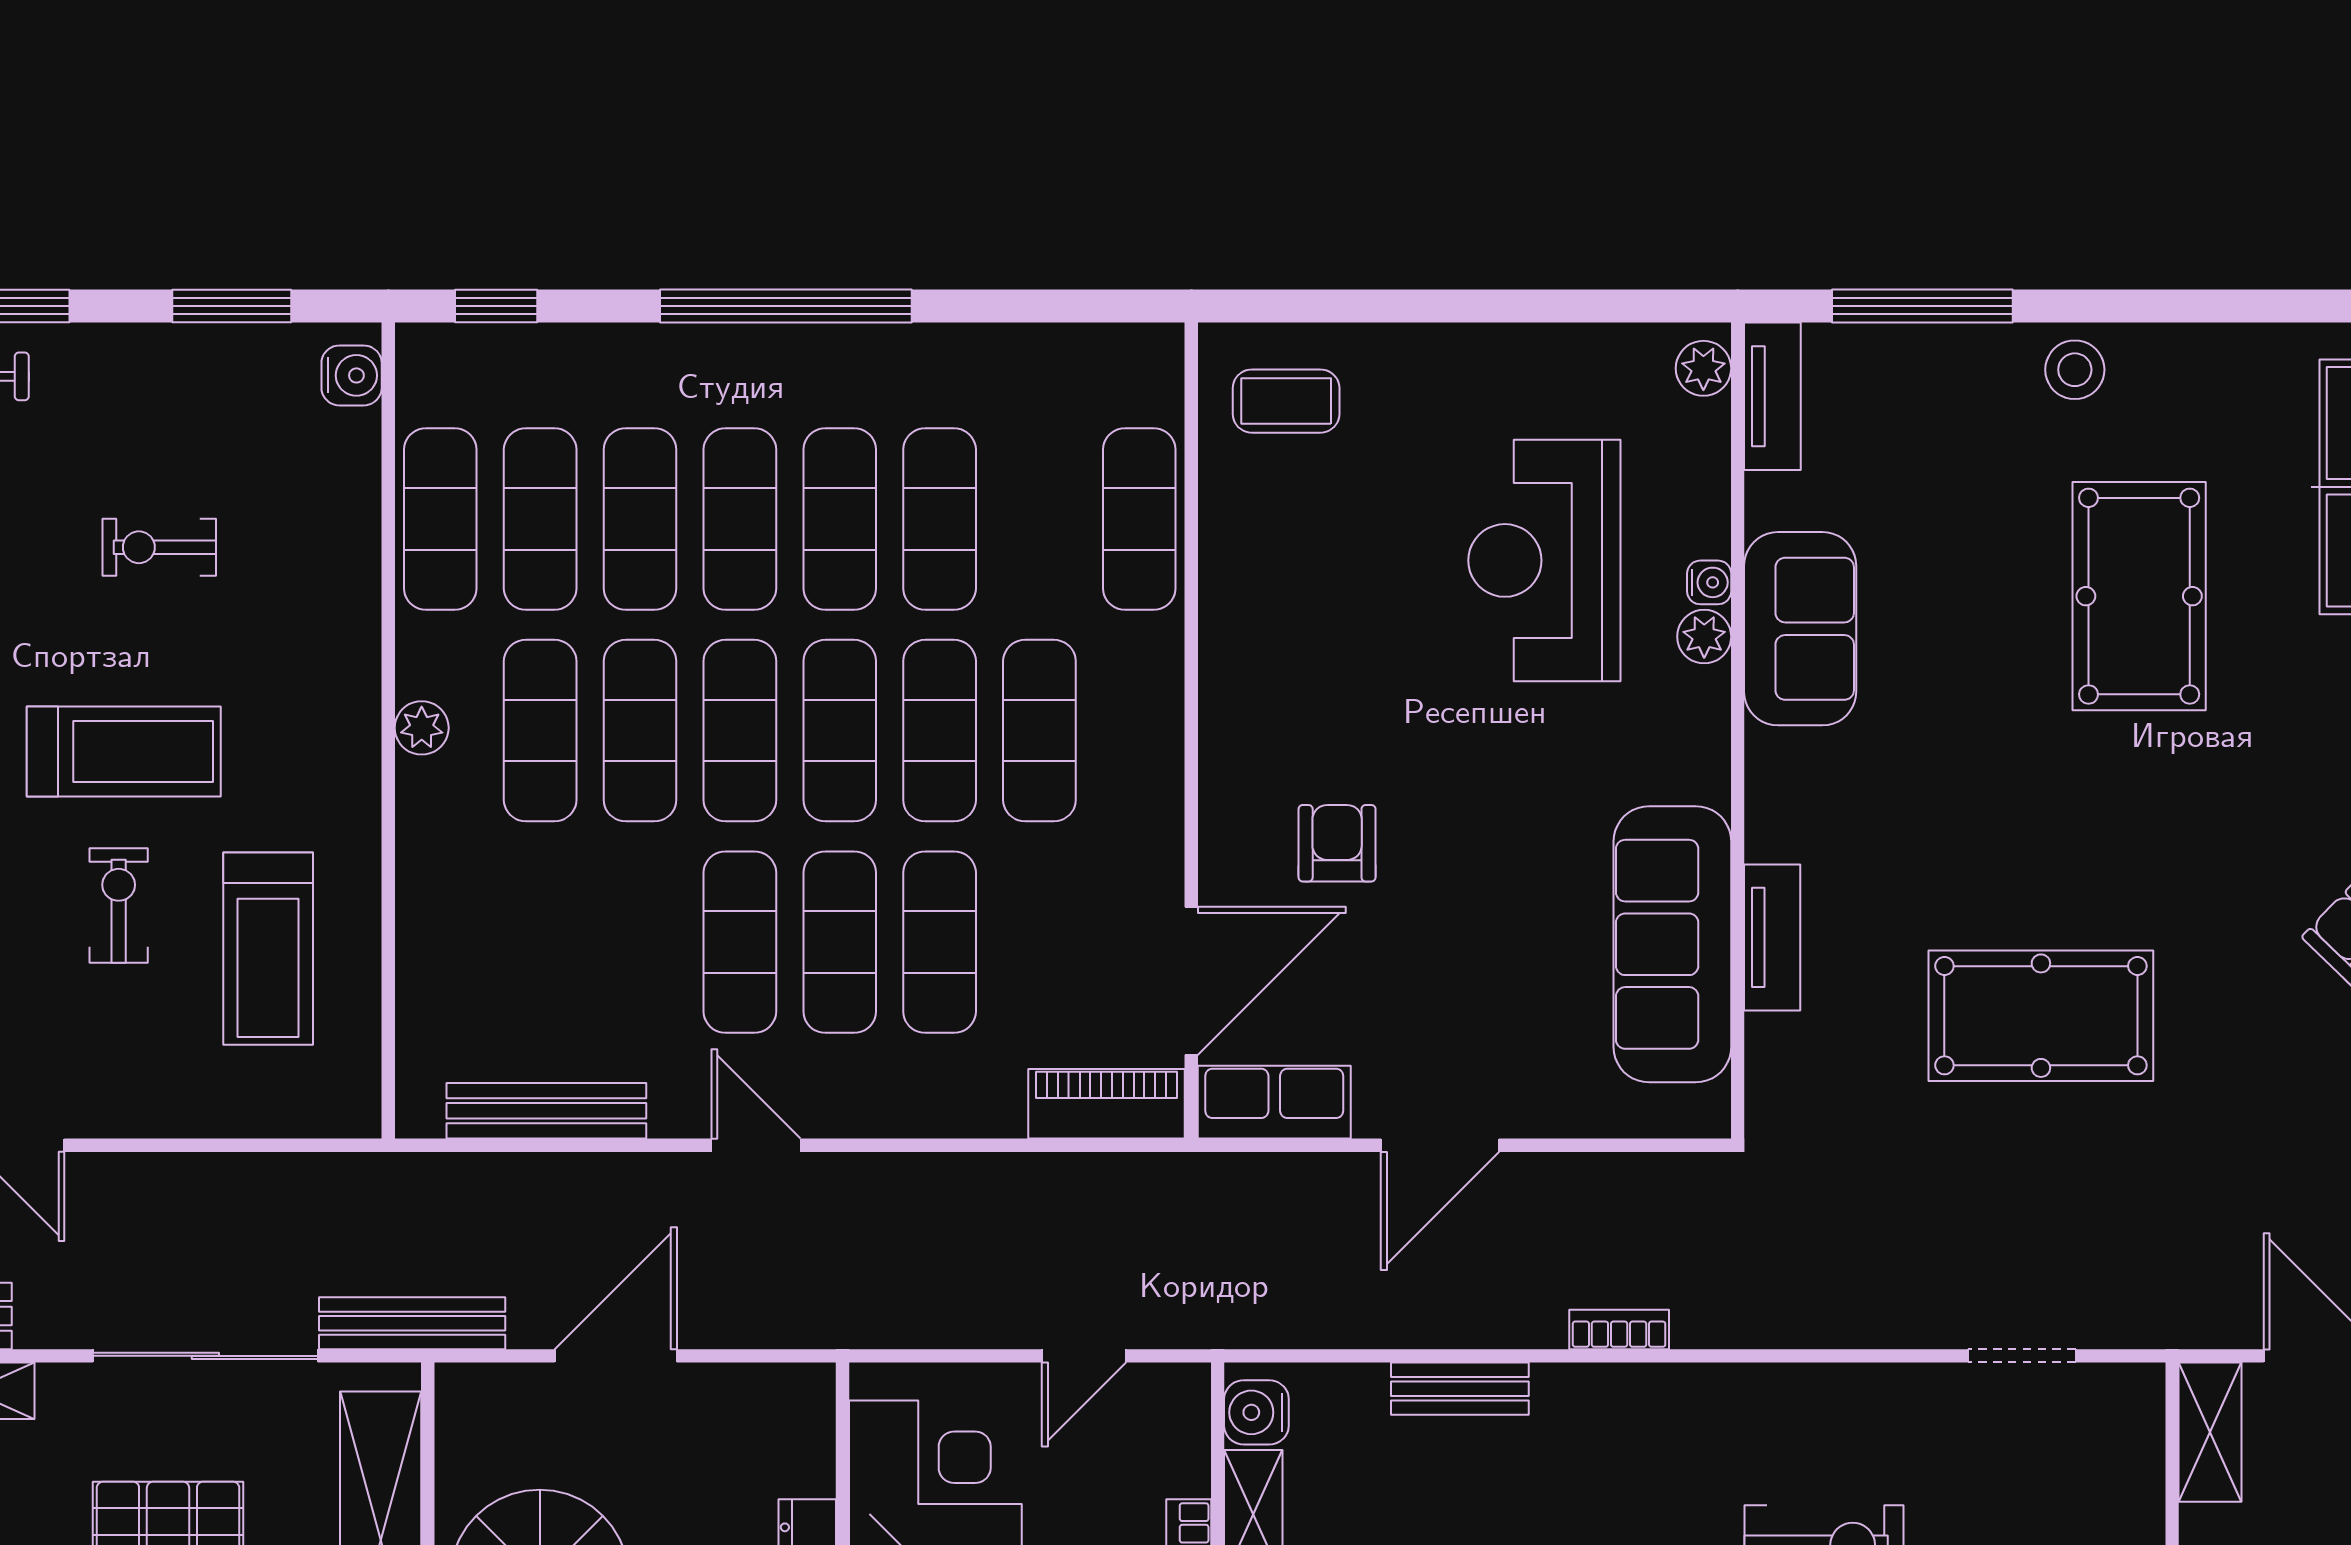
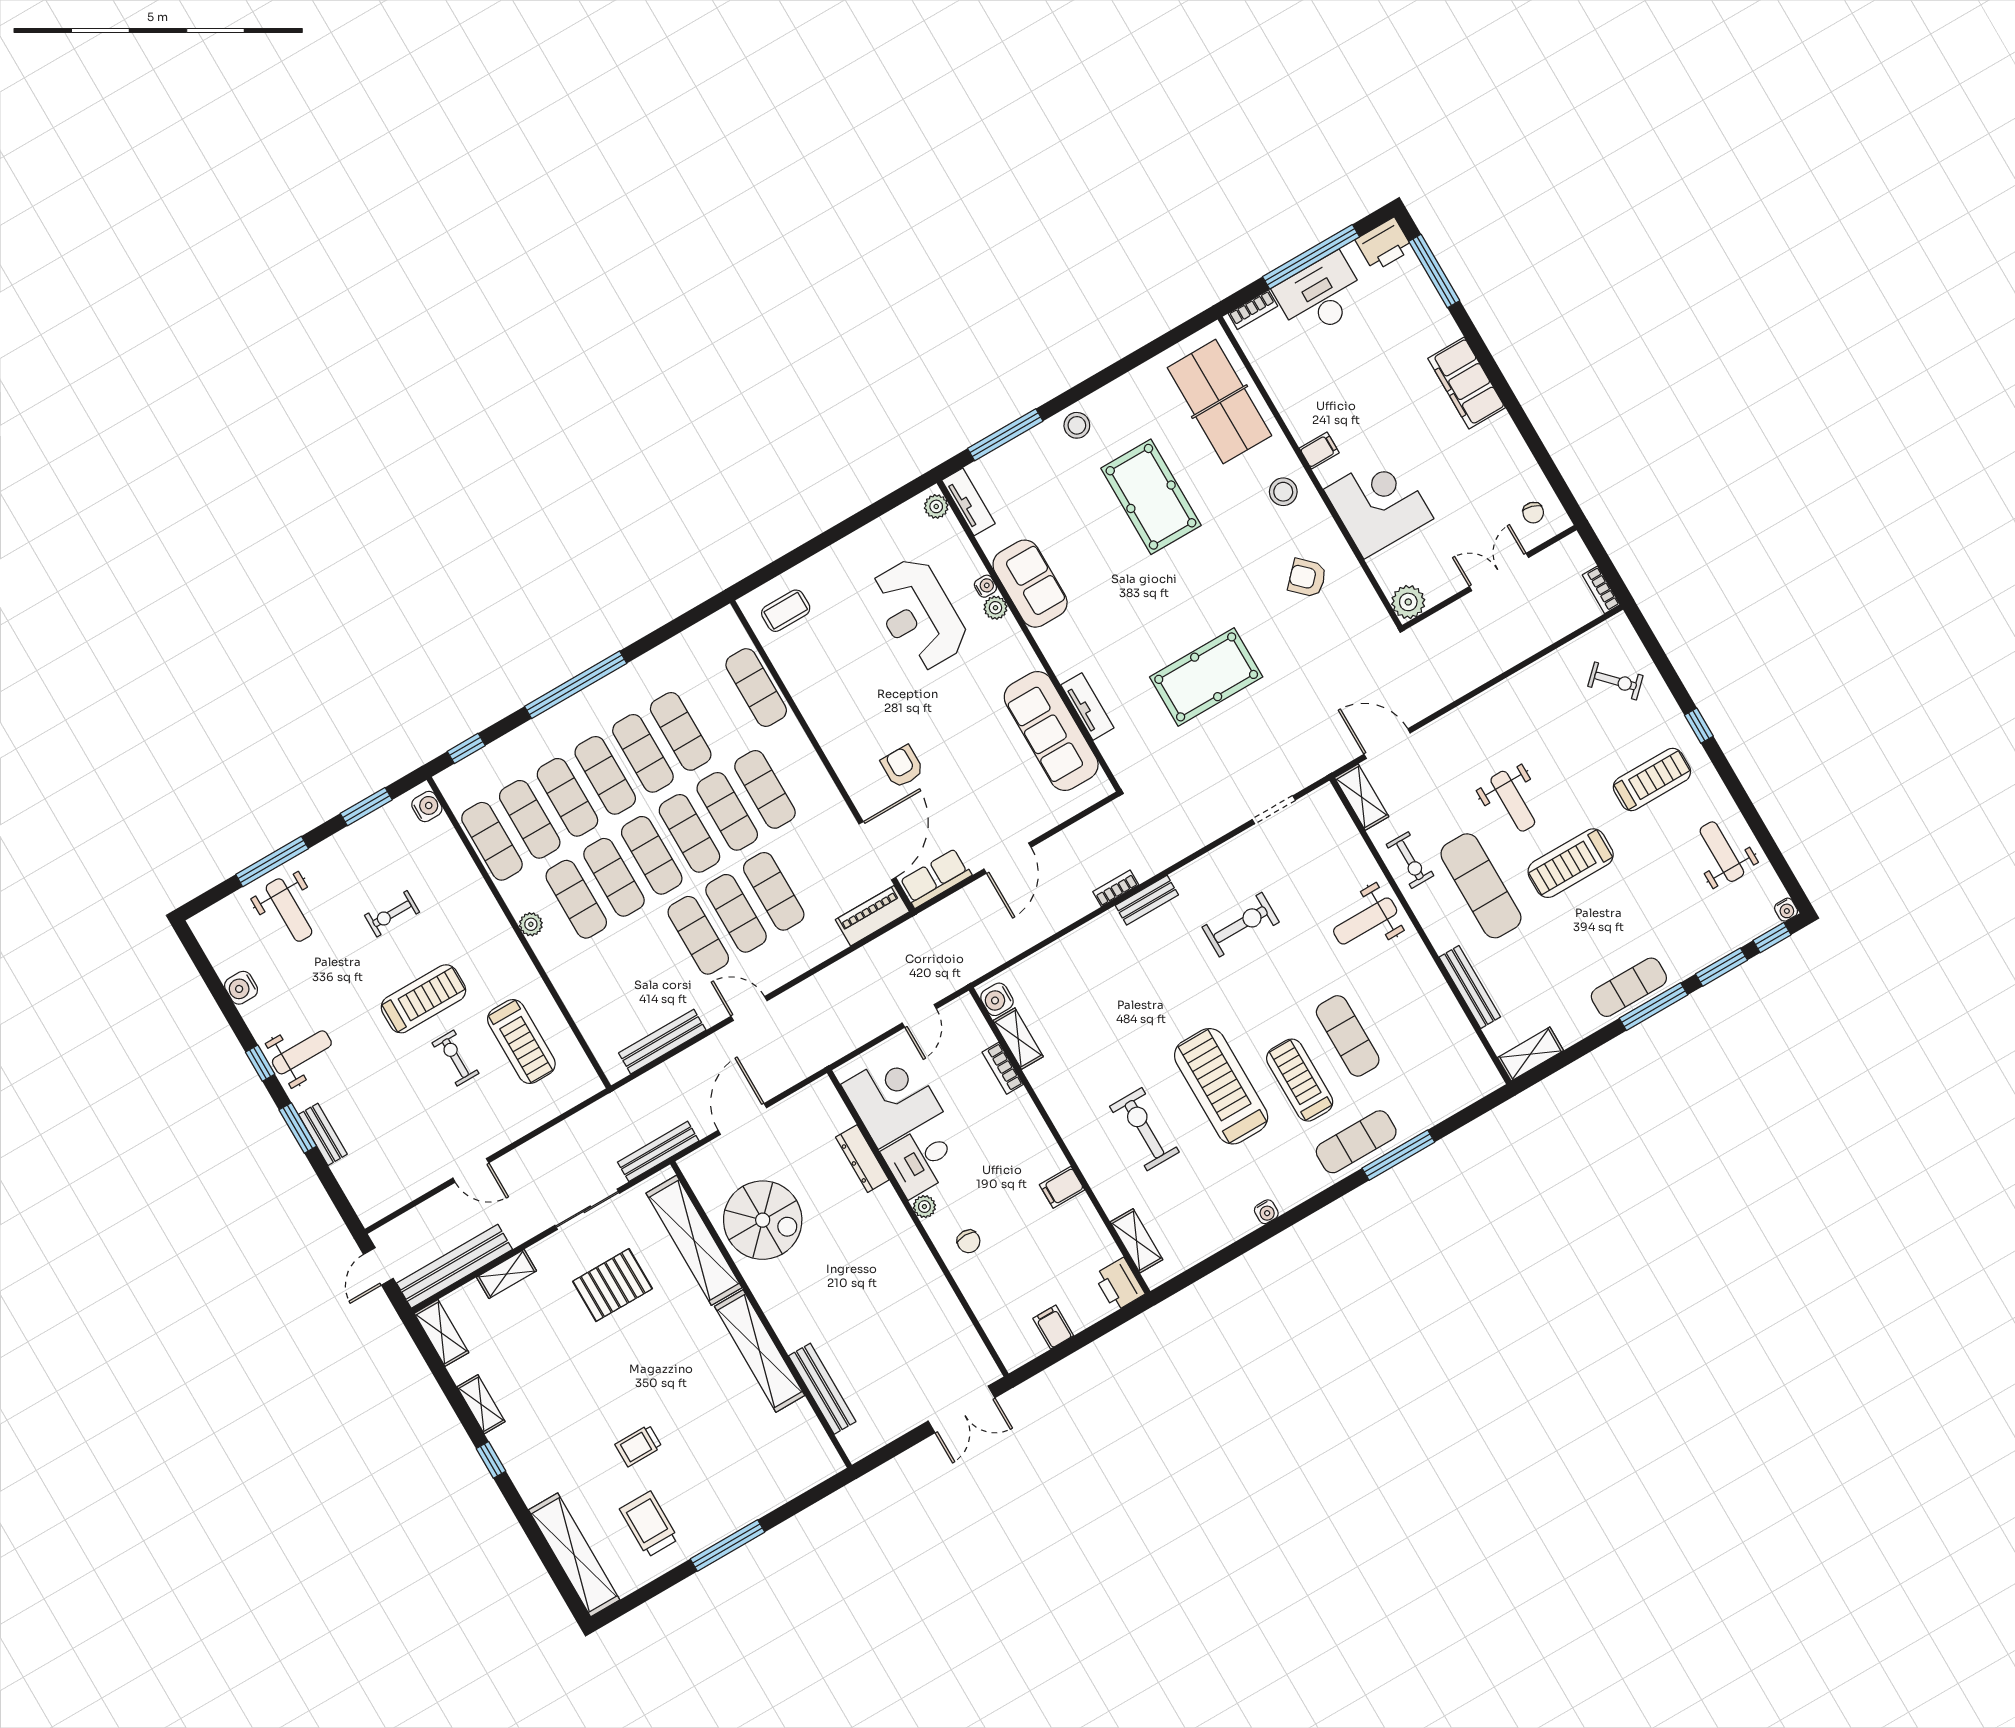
sliding door: (205, 1356) -> (587, 1209), width x0.73
bench: (1460, 1389) -> (1147, 900), moved

